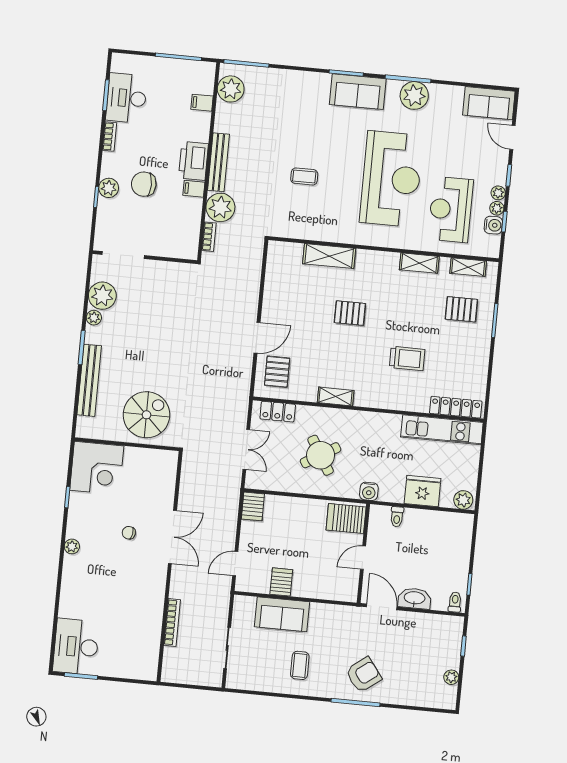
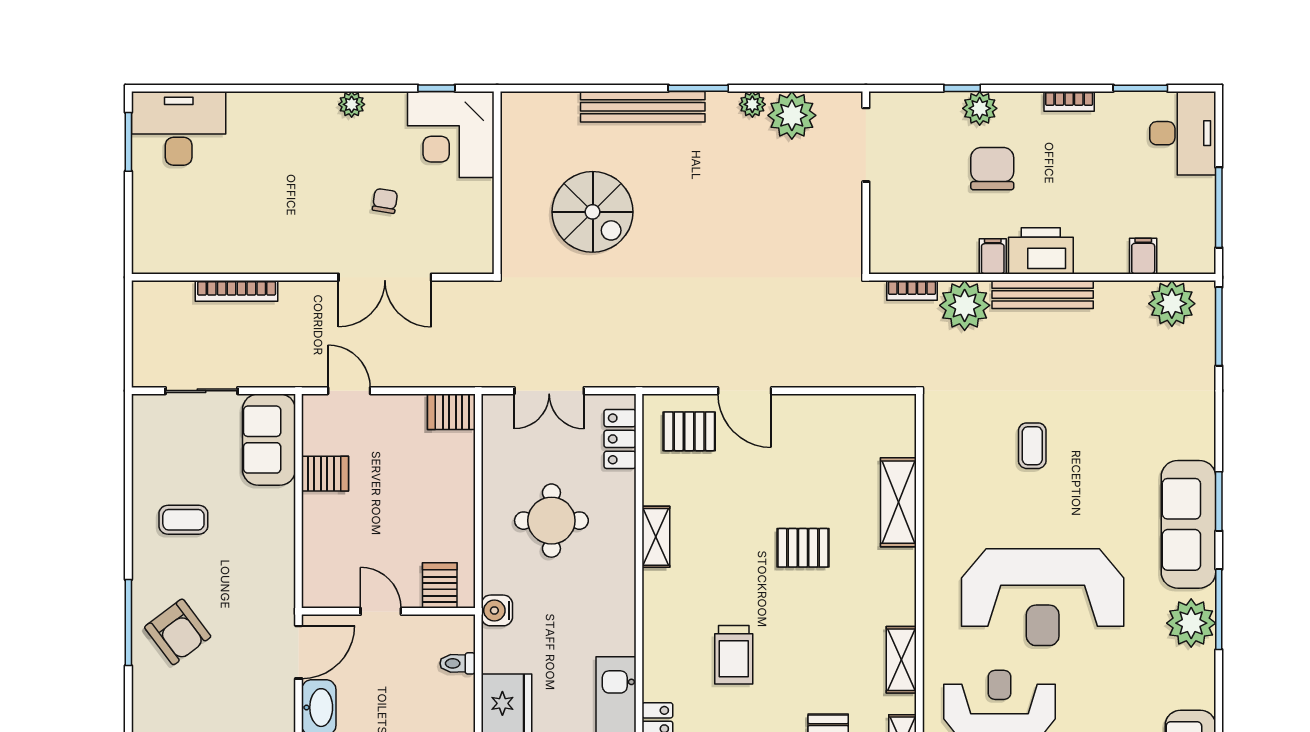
sofa: (358, 92) -> (1188, 524), width x1.36
desk: (126, 98) -> (1183, 133), moved, turned 90
pallet: (350, 313) -> (803, 548), turned 90
wall: (127, 444) -> (497, 183), moved
round table: (321, 455) -> (551, 521), turned 31
corner desk: (97, 468) -> (451, 134), moved
server rack: (346, 518) -> (440, 585), width x0.73, depth x0.70
sofa: (282, 614) -> (269, 440), moved

